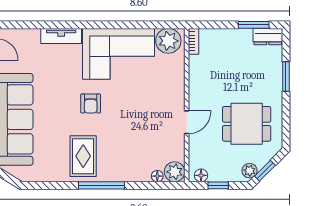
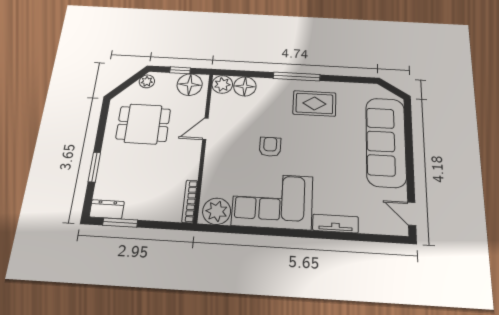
bookcase: (193, 41) -> (190, 201), width x1.56
armchair: (91, 103) -> (270, 147), moved
rug: (83, 156) -> (314, 103), turned 90
window: (265, 171) -> (131, 81), removed
floor lamp: (201, 175) -> (190, 85), width x1.89, depth x1.89
floor lamp: (157, 176) -> (245, 86), width x1.89, depth x1.89

